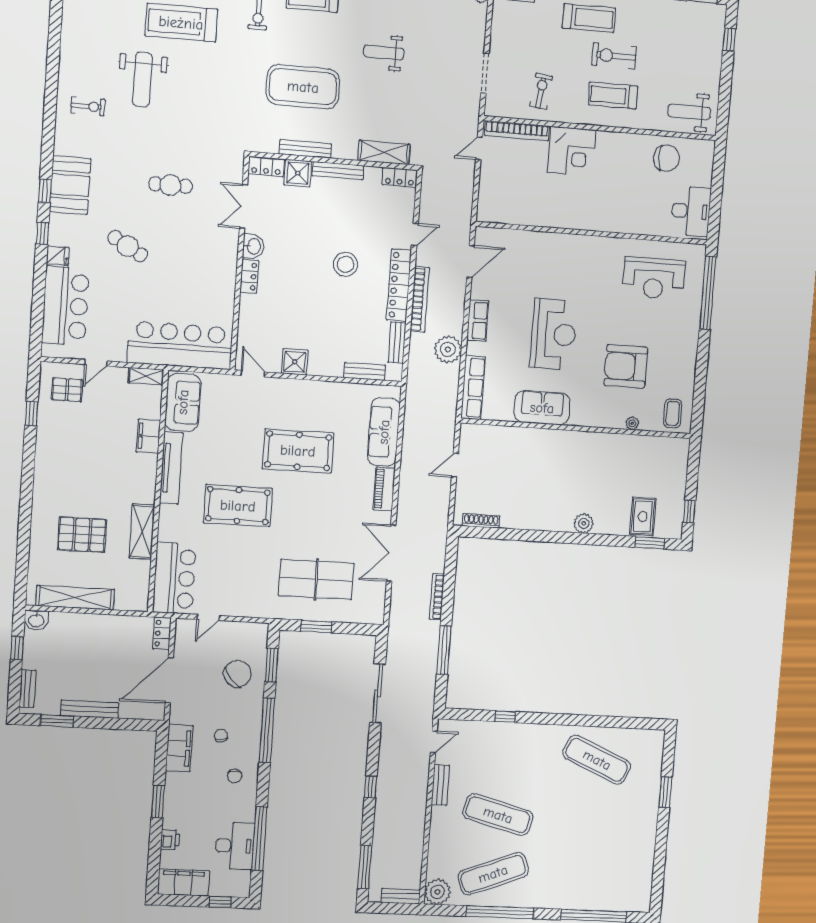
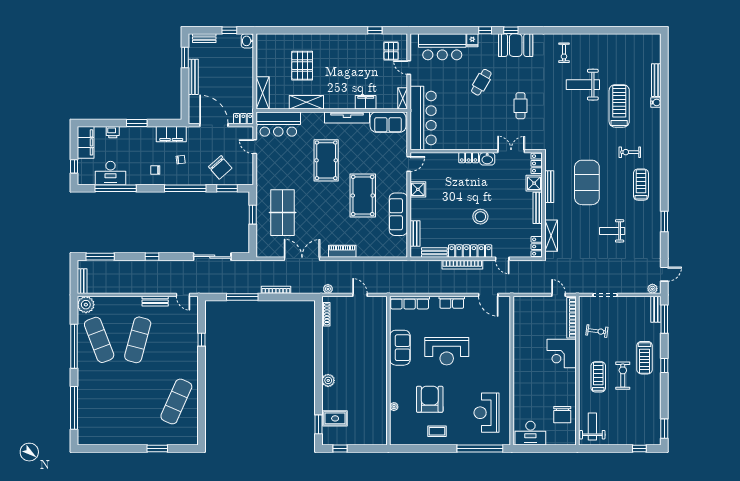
weight bench: (384, 52) -> (612, 231), turned -90
plant: (448, 349) -> (328, 289), moved, width x0.53, depth x0.53
coffee table: (673, 413) -> (437, 431), moved
sofa: (384, 432) -> (398, 214), moved, turned -90
shelving: (75, 598) -> (263, 93), moved, width x0.68

